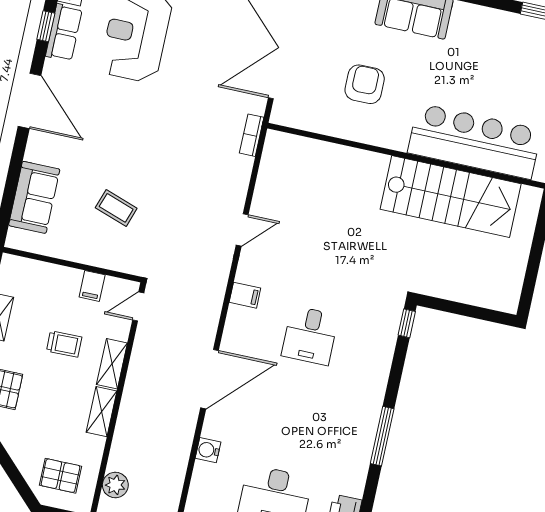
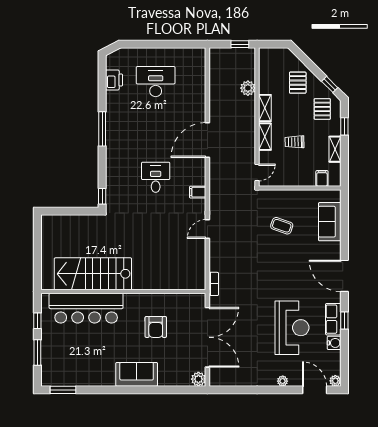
filing cabinet: (92, 286) -> (322, 178), moved
water cooler: (208, 450) -> (199, 99), removed
pallet: (60, 476) -> (298, 83), moved, turned 90
plant: (115, 485) -> (248, 88), moved

